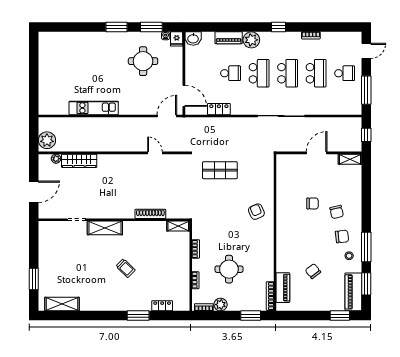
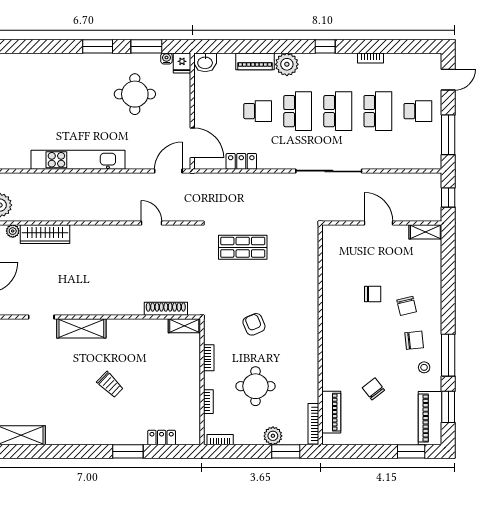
kitchen unit: (94, 108) -> (78, 160), width x1.36
door: (317, 153) -> (379, 223), hinge flipped
armchair: (256, 212) -> (254, 324), moved
shoe rack: (150, 214) -> (166, 309), moved
plant: (221, 305) -> (273, 436), moved

